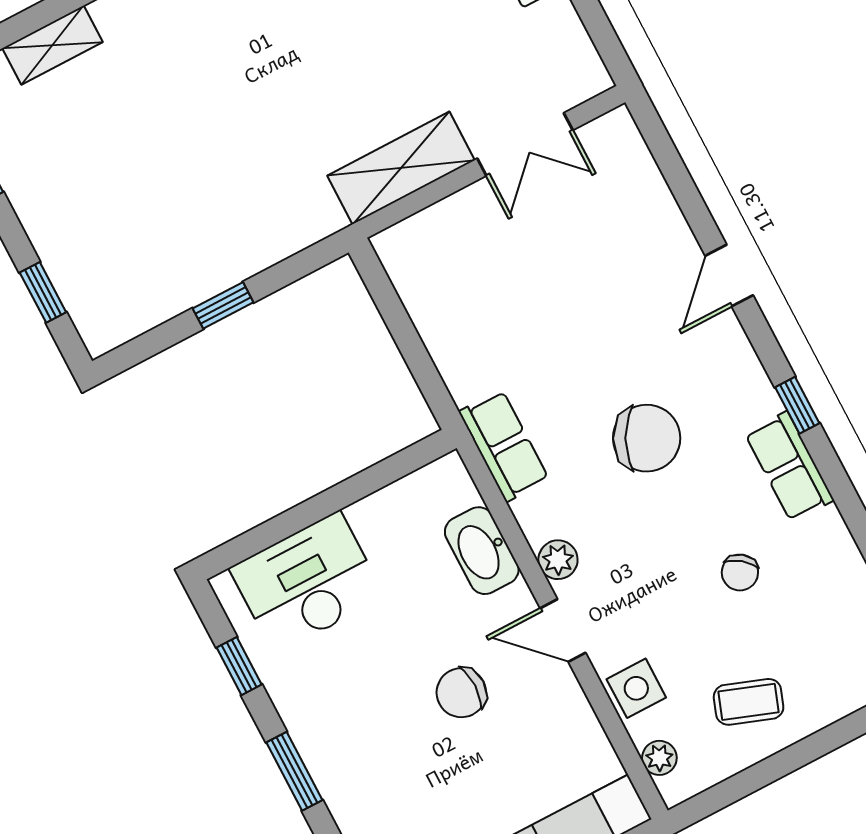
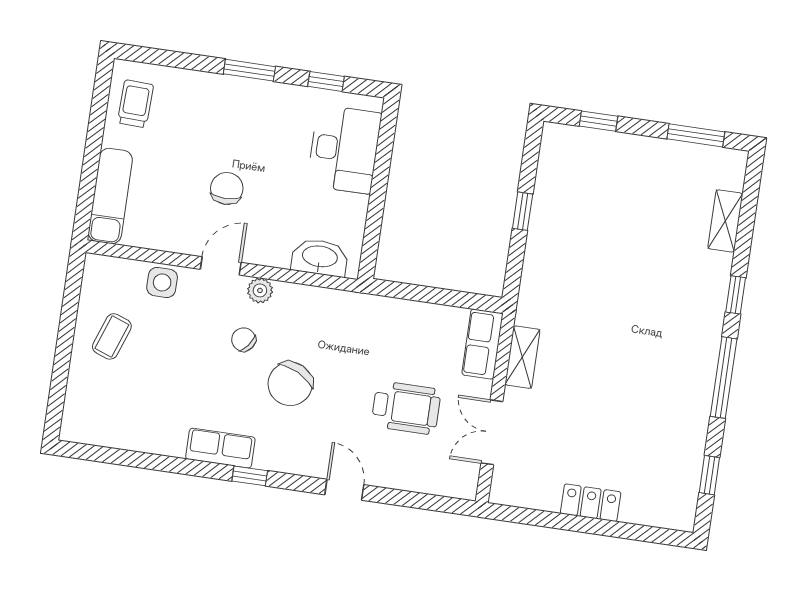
shelving: (401, 168) -> (522, 357), width x0.67, depth x0.75
wheelchair: (572, 273) -> (406, 408), added
row of seats: (504, 446) -> (482, 344), moved, turned 90
washbasin: (482, 551) -> (320, 257), moved
chair: (740, 573) -> (244, 340), moved
plant: (659, 758) -> (116, 268), removed

